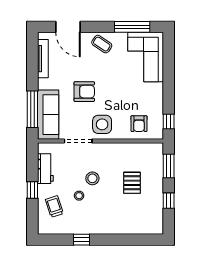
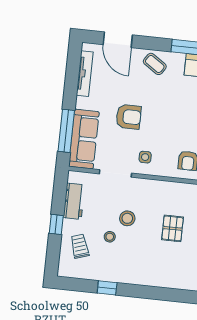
side table: (102, 124) -> (145, 157), width x0.54, depth x0.54

